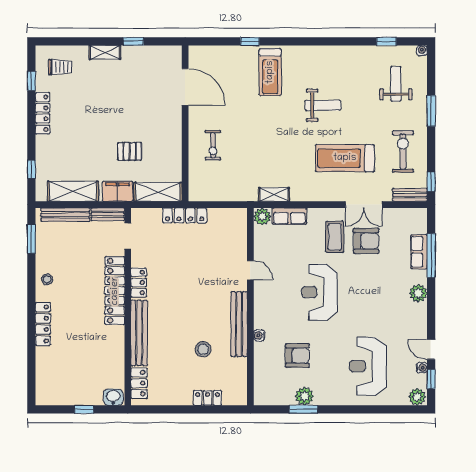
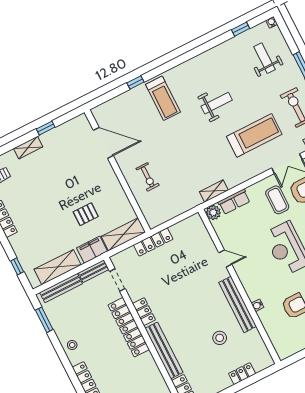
treadmill: (345, 158) -> (254, 135), turned 180

